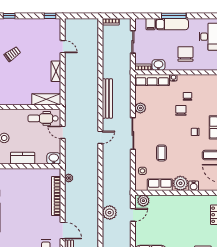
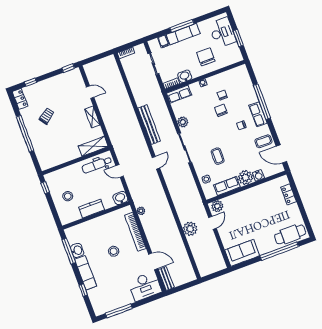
row of seats: (152, 80) -> (179, 94), width x0.68
stool: (28, 207) -> (114, 251), added

